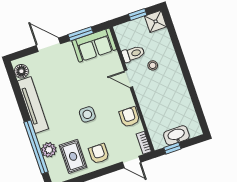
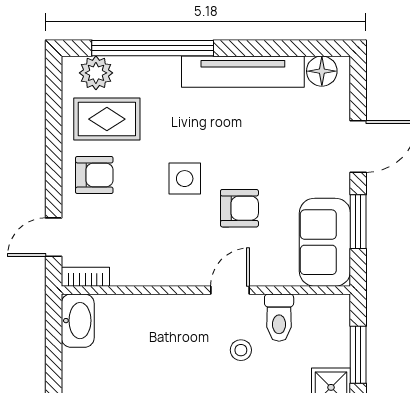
window: (138, 14) -> (358, 355), width x1.50
armchair: (129, 117) -> (239, 208), moved
washbasin: (176, 135) -> (78, 321), moved
window: (172, 148) -> (54, 333), removed
plant: (49, 150) -> (96, 73), moved

